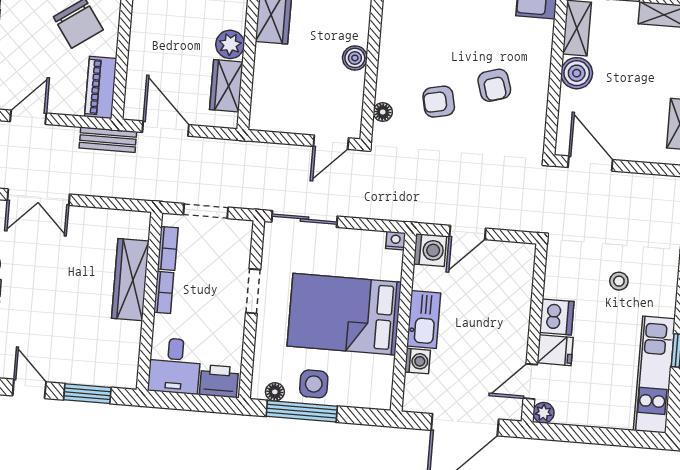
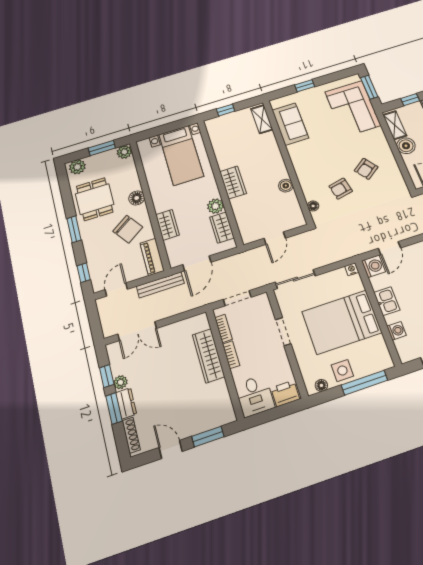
wardrobe: (143, 43) -> (167, 225), added
armchair: (494, 85) -> (366, 169), turned 71
door: (166, 129) -> (197, 263), swing flipped
bench: (108, 140) -> (160, 285), width x1.36
door: (331, 142) -> (275, 238), moved
kitchen sink: (424, 319) -> (387, 301), width x0.73
window: (302, 411) -> (364, 383), moved

